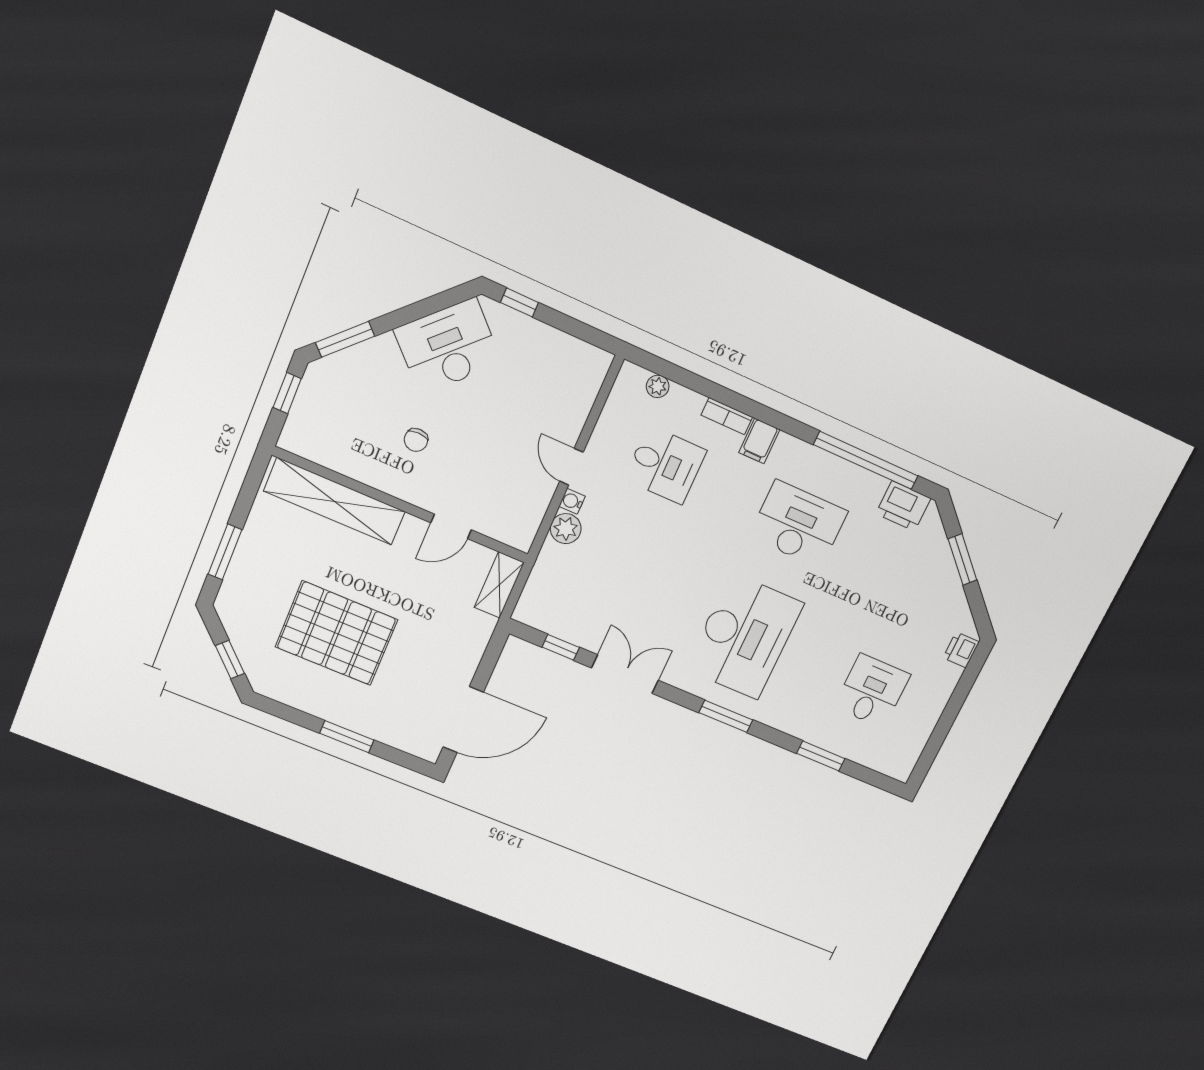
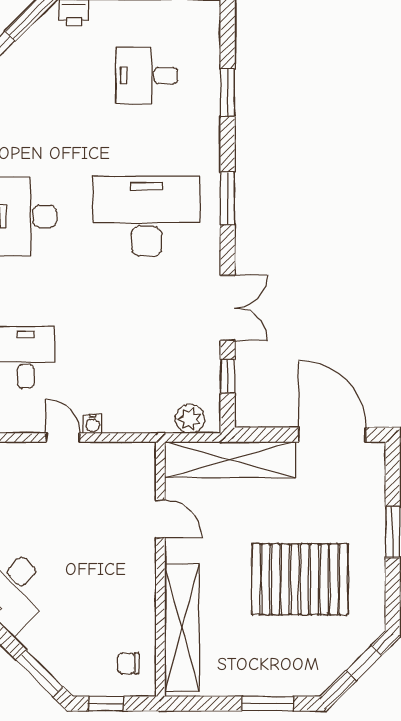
chair: (416, 440) -> (128, 663), moved, turned 180
door: (571, 467) -> (63, 438), swing flipped
plant: (566, 529) -> (190, 419), moved
shelving: (499, 585) -> (230, 460), width x2.20, depth x1.33
pallet: (336, 633) -> (300, 579), turned 90
double door: (625, 674) -> (228, 308), swing flipped

